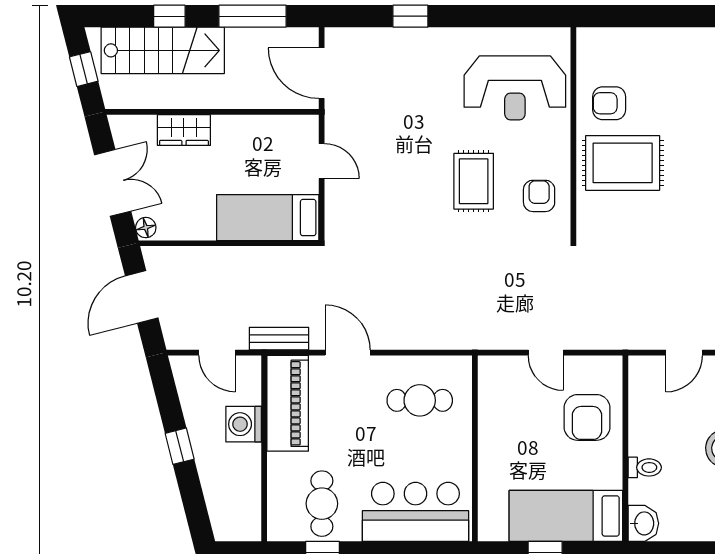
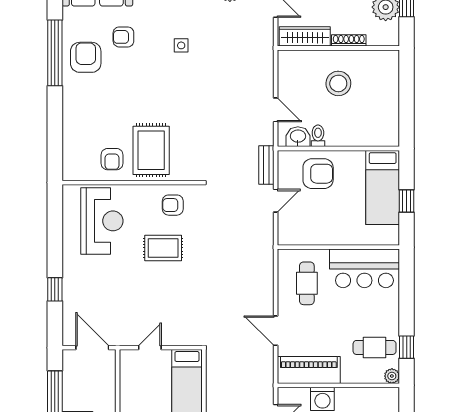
door: (322, 73) -> (92, 348), swing flipped
bench: (279, 339) -> (266, 165), moved
door: (348, 353) -> (276, 331), hinge flipped
toilet: (645, 467) -> (318, 136), moved
bar counter: (415, 512) -> (364, 268), moved, turned -90
washbasin: (643, 523) -> (298, 137), moved
plant: (278, 530) -> (392, 376), added

